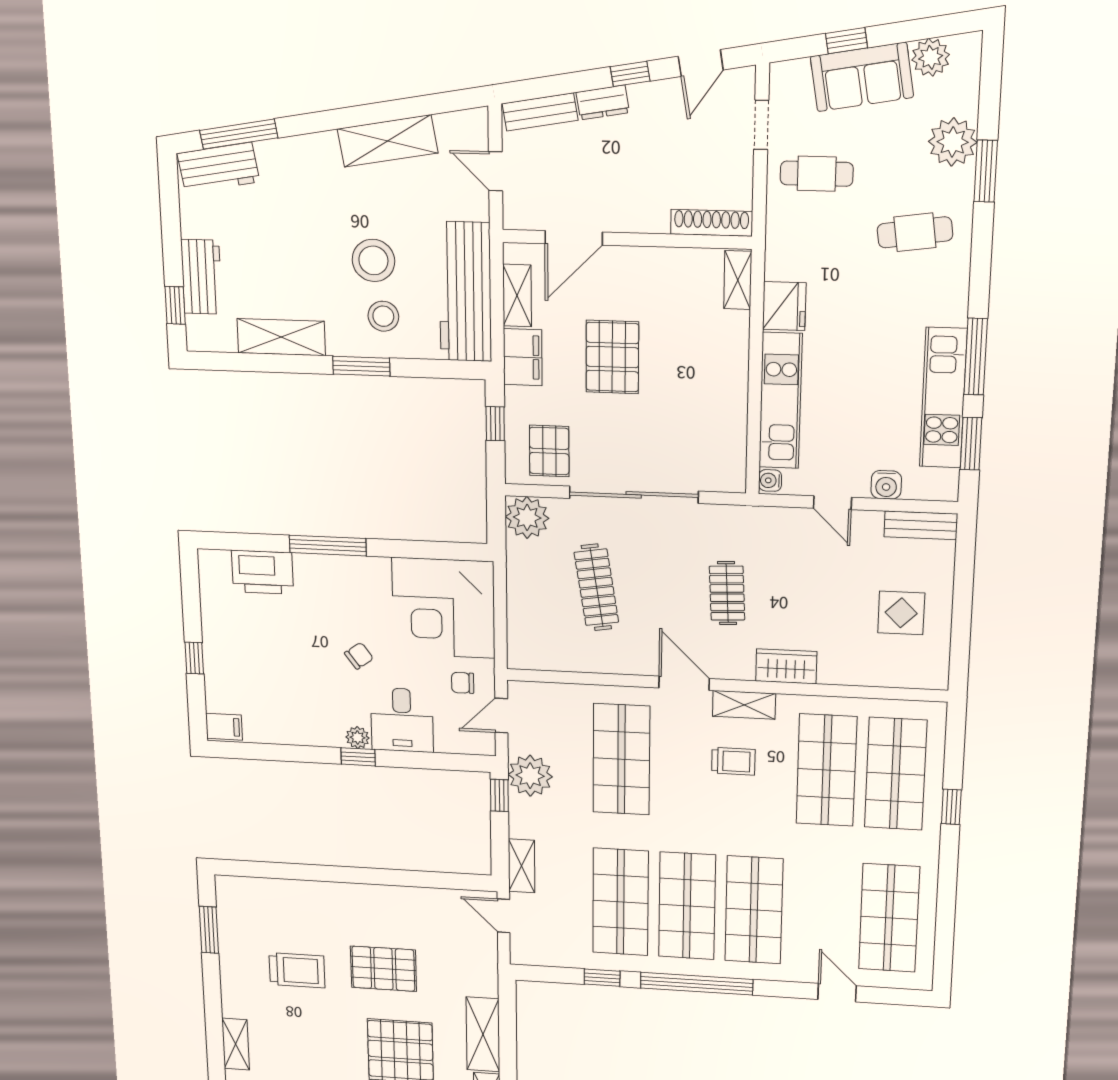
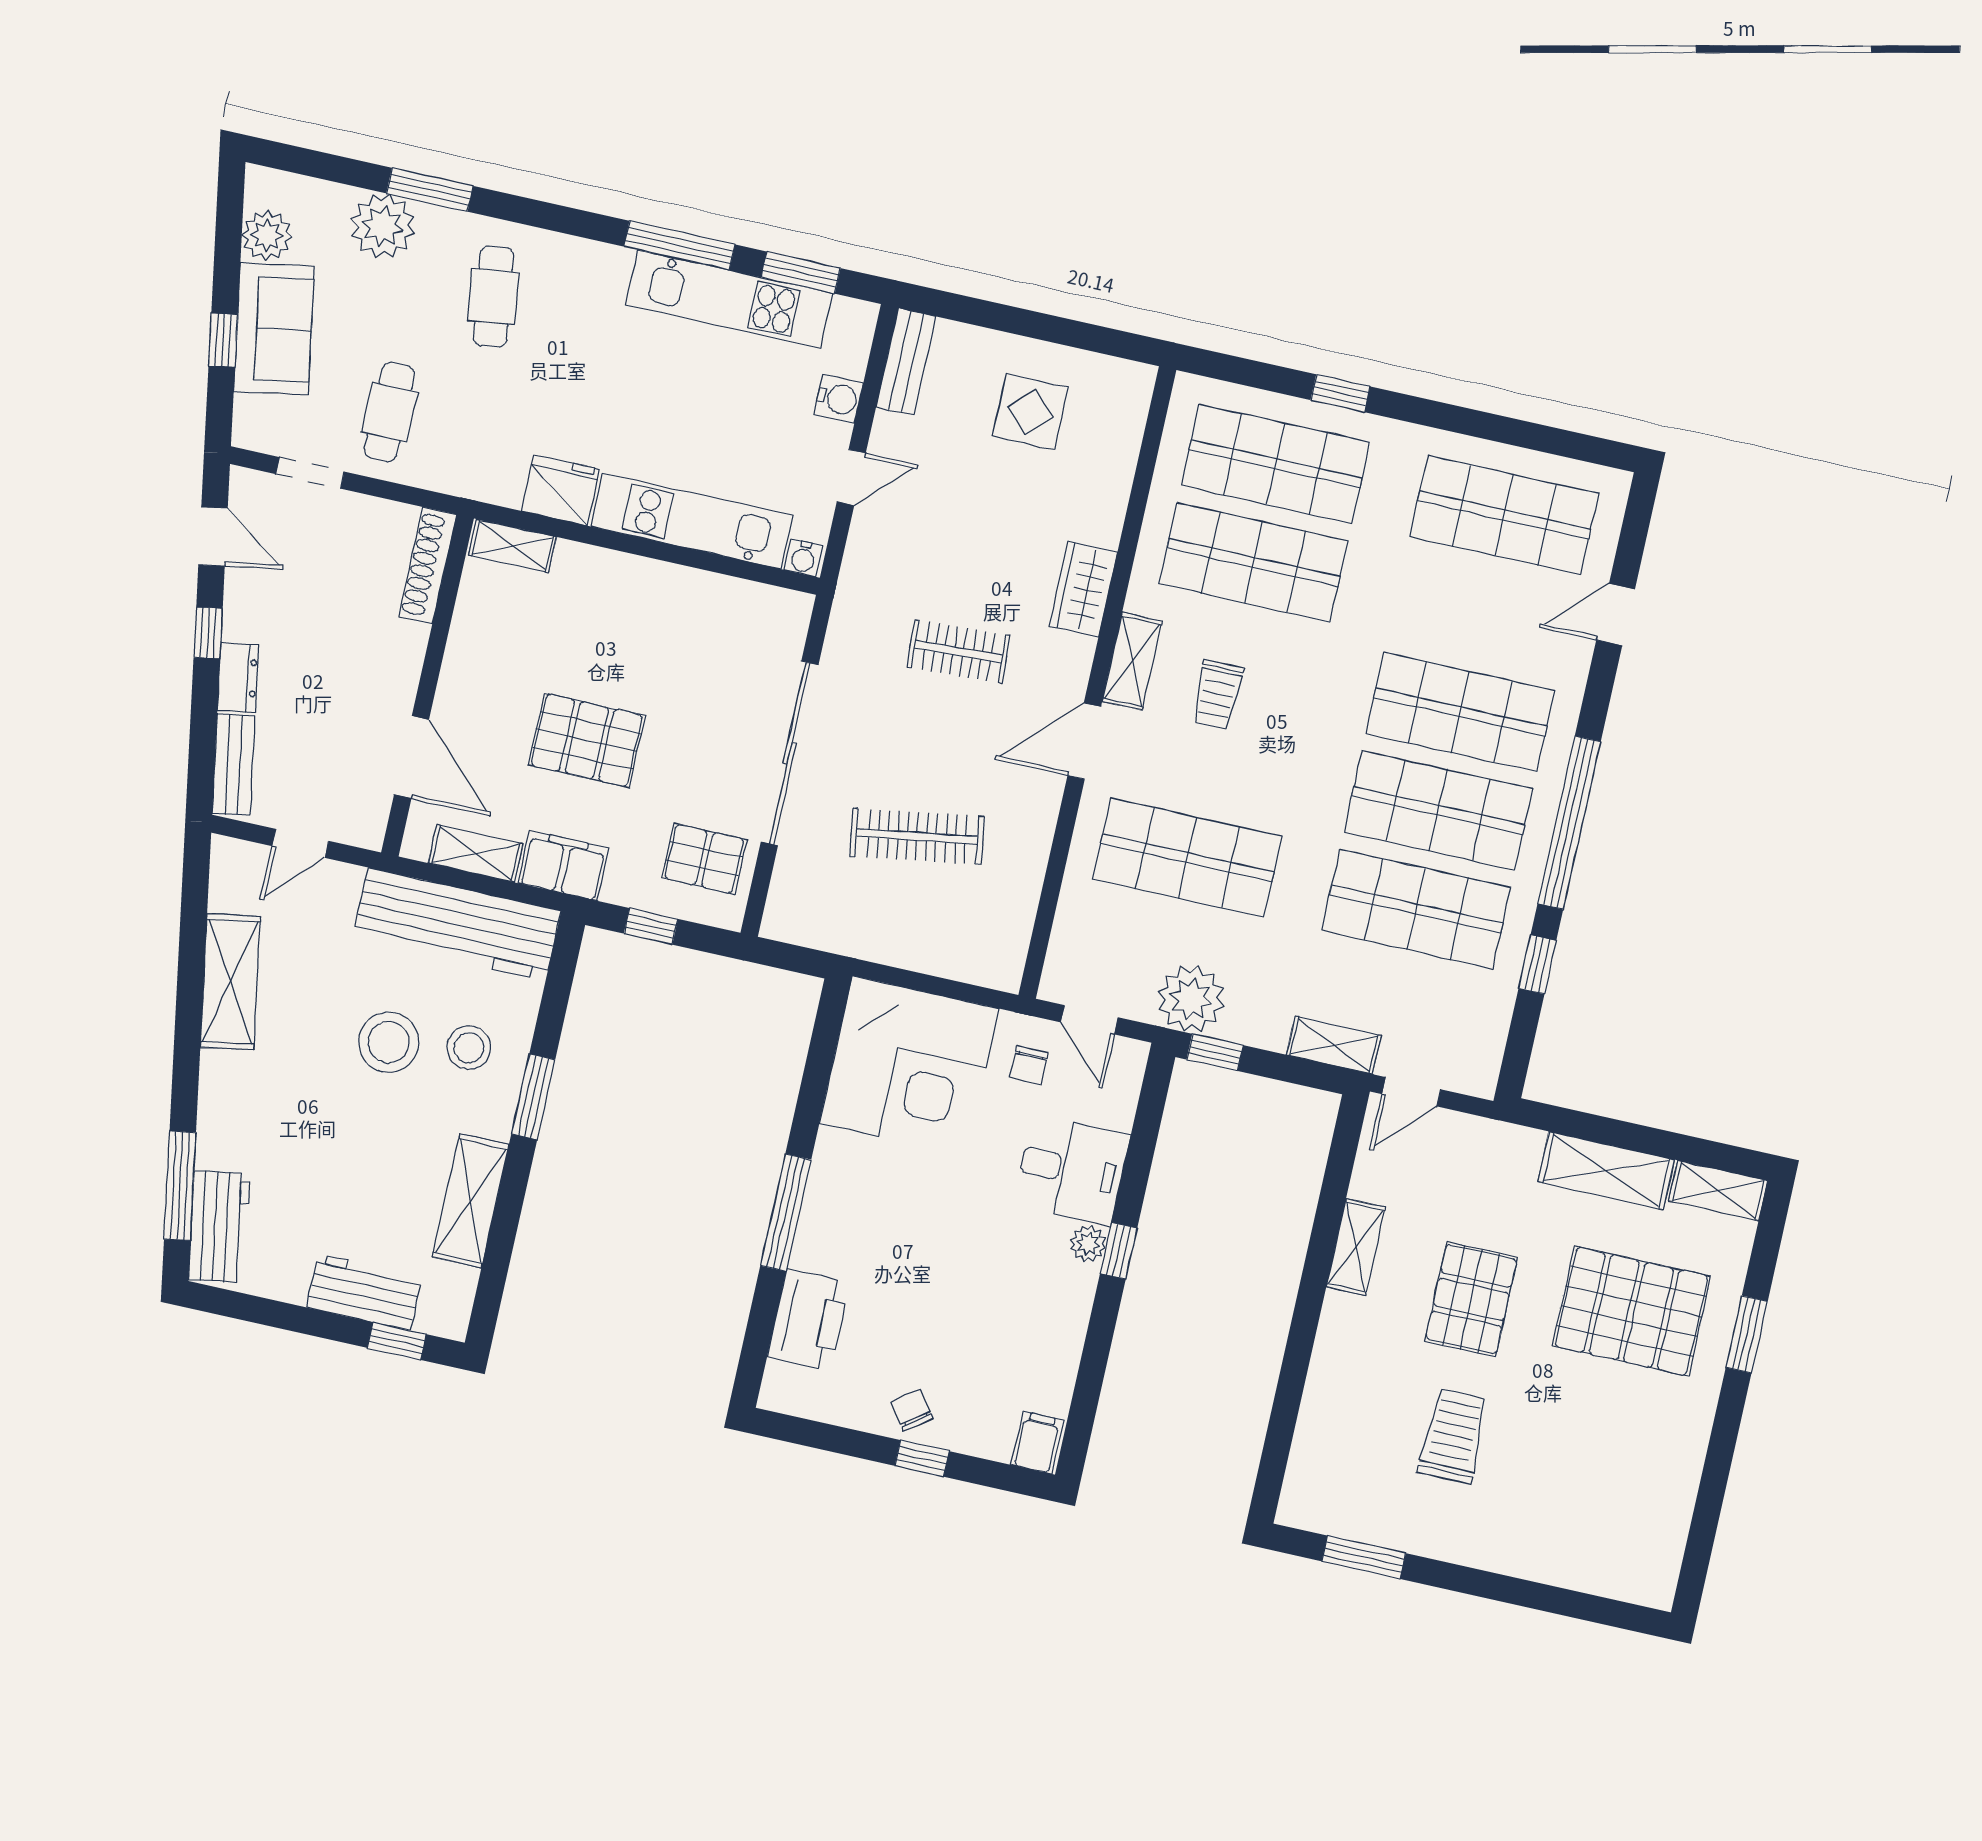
plant: (527, 517) -> (796, 913), removed
chair: (359, 656) -> (912, 1410), moved
trolley: (733, 761) -> (1217, 694), turned 180
shelving: (236, 1044) -> (1356, 1247), moved, turned 90

